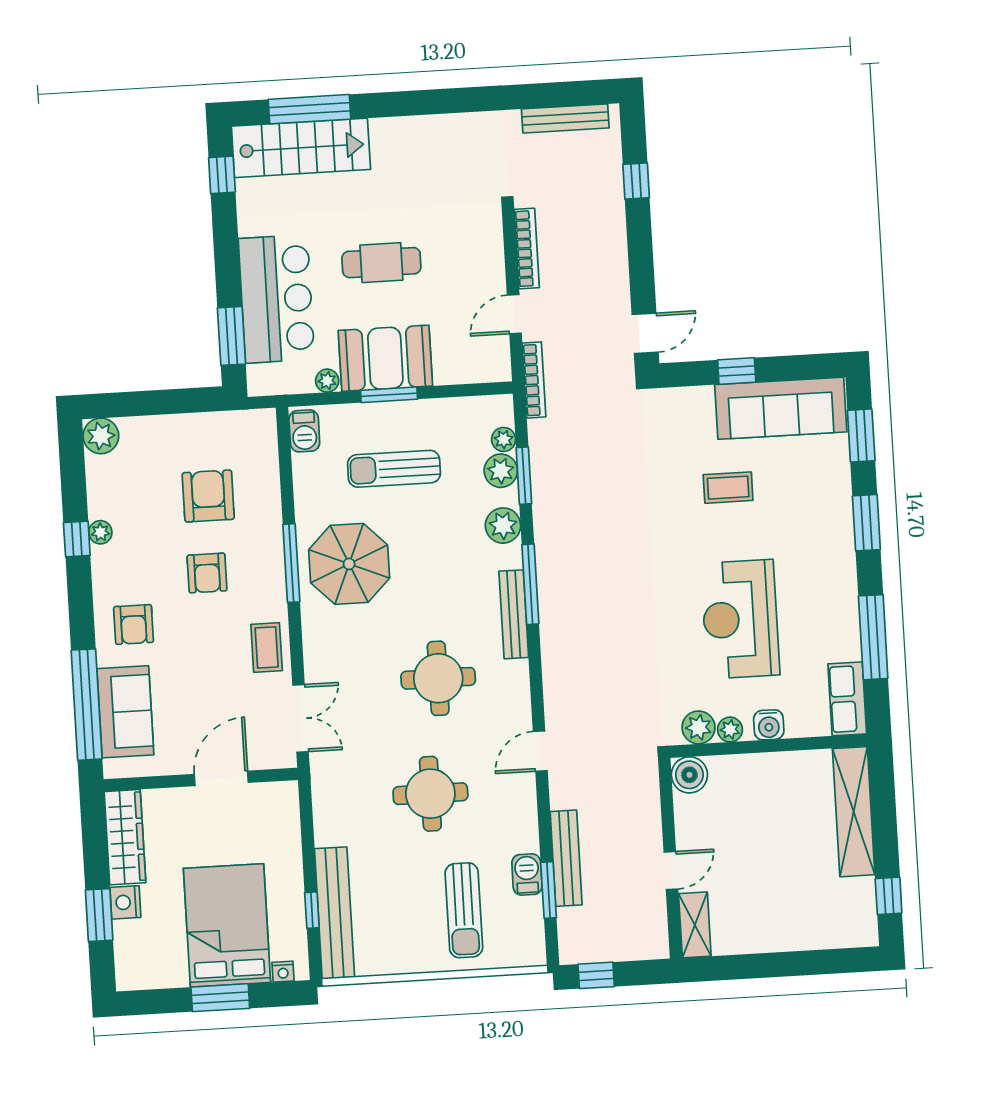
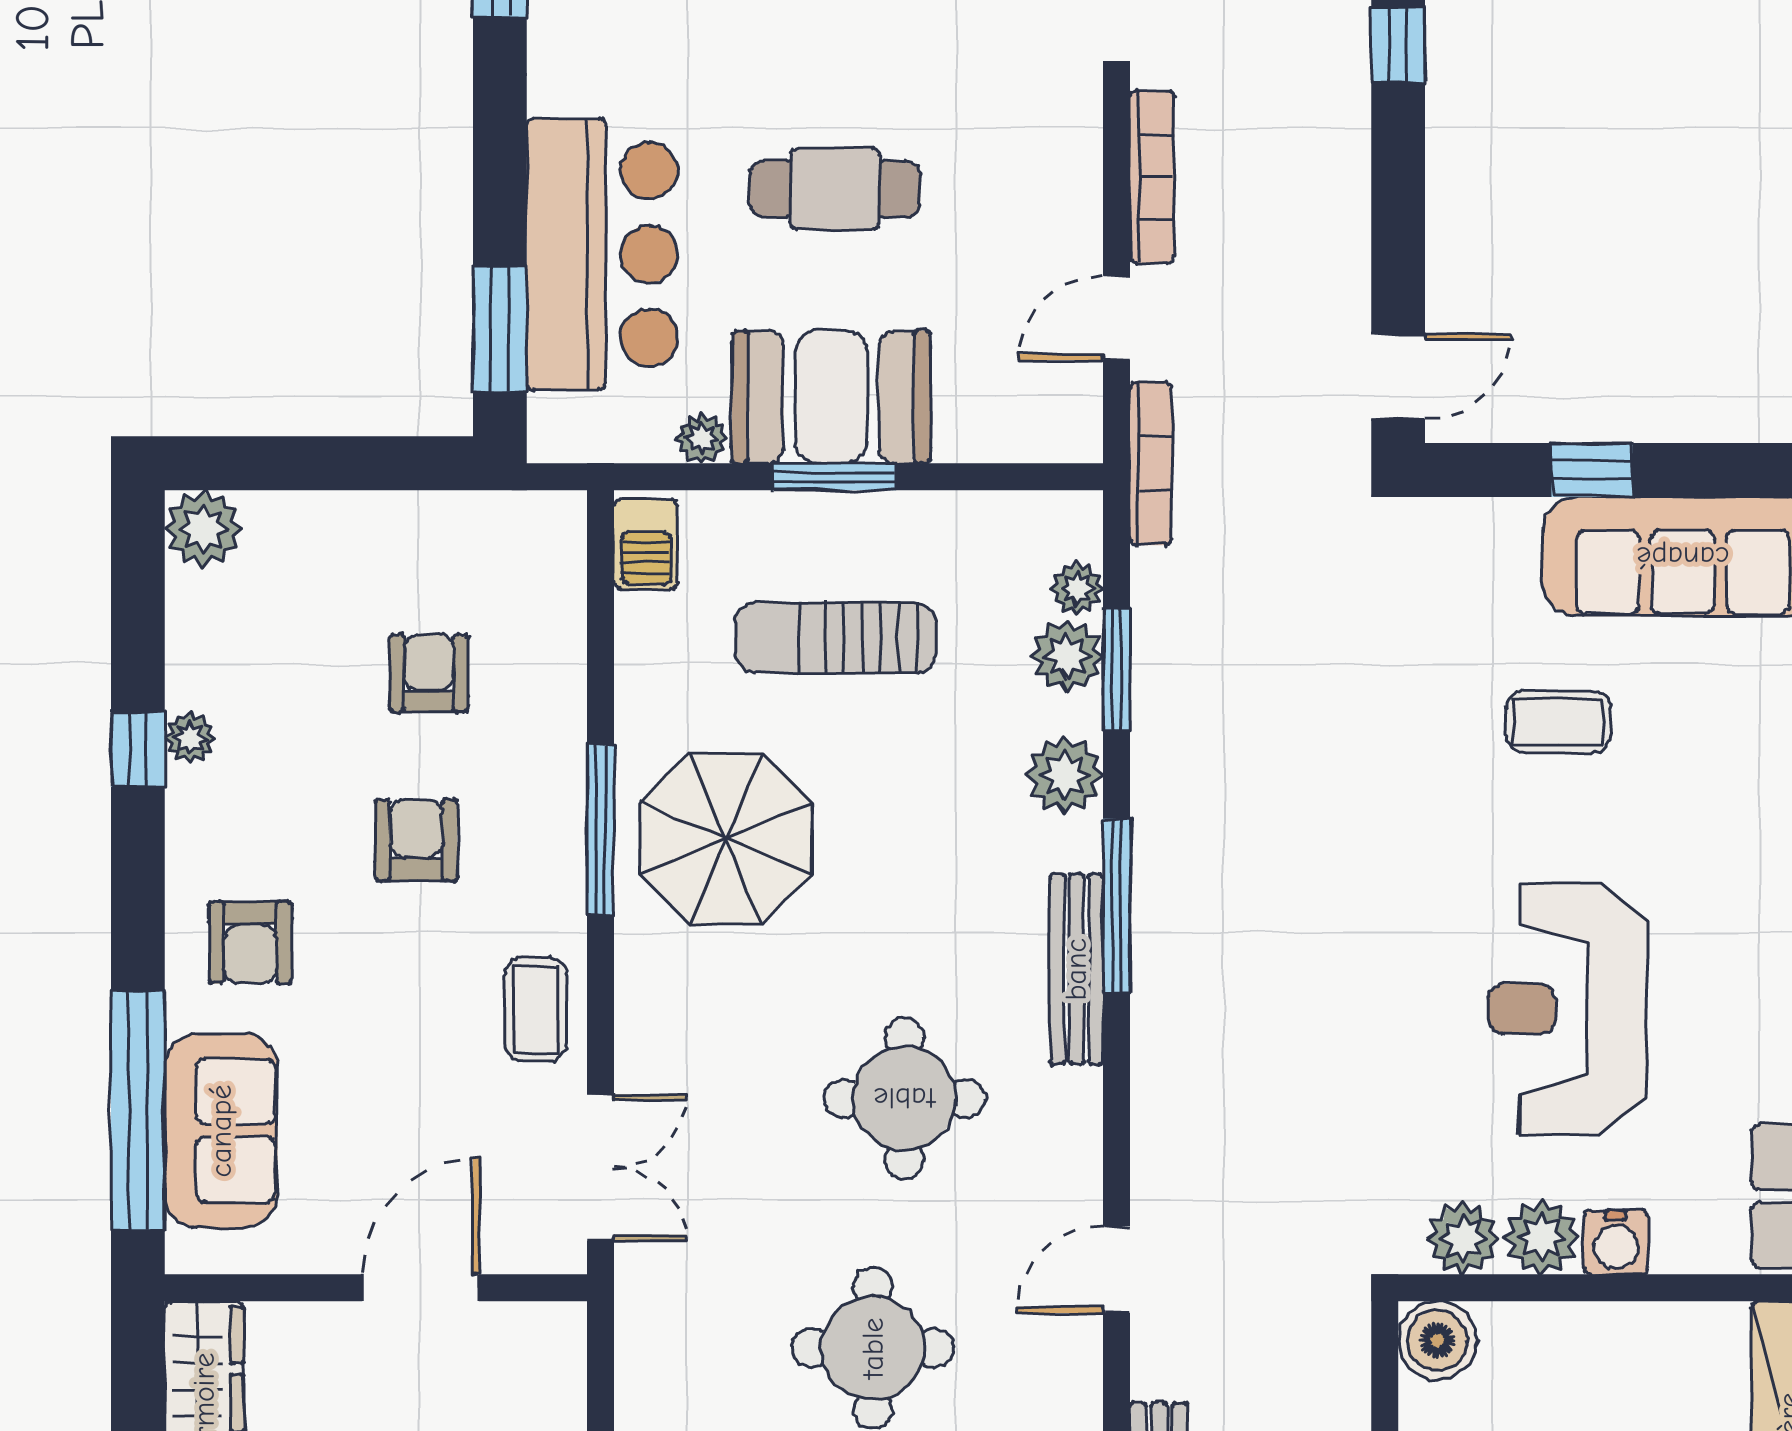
armchair: (208, 496) -> (429, 673), width x0.72, depth x0.72
armchair: (207, 573) -> (416, 840), turned 180
plant: (730, 730) -> (1541, 1237), width x1.38, depth x1.38

